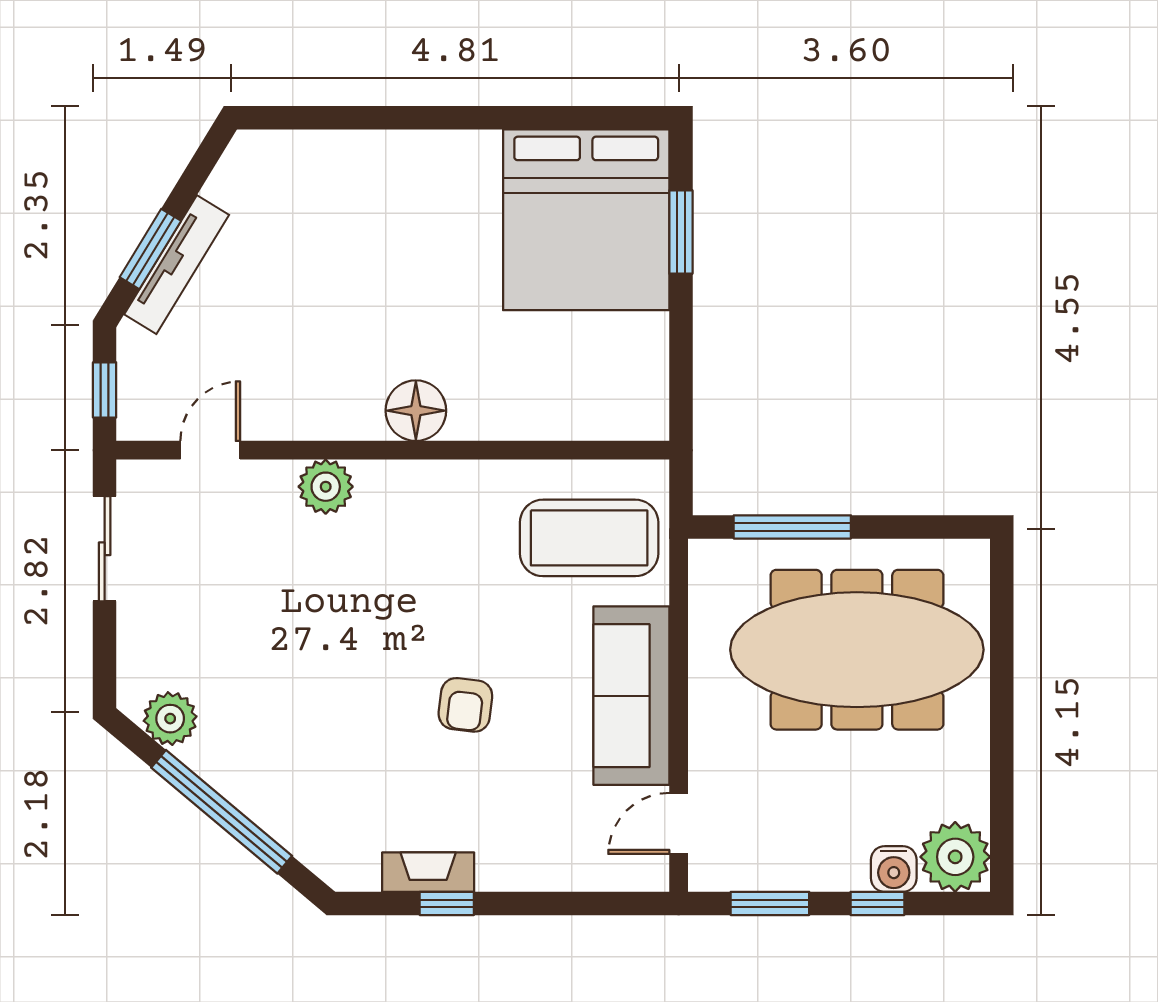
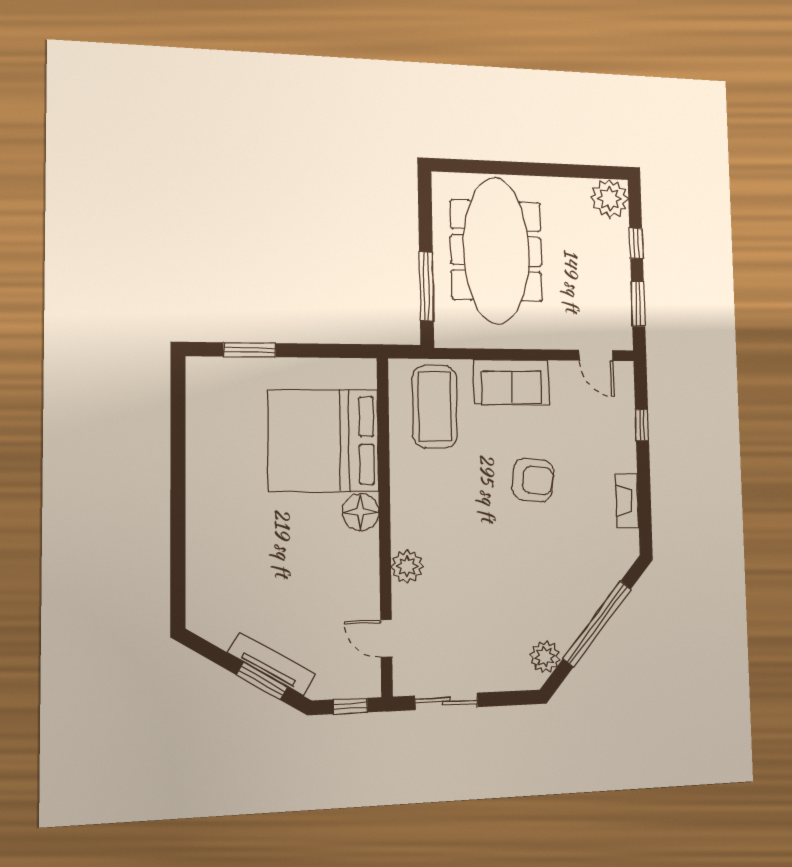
bed: (586, 220) -> (323, 441), moved, turned 180
sofa: (631, 696) -> (512, 382), width x0.73
armchair: (465, 705) -> (533, 480), width x1.38, depth x1.38
water cooler: (894, 869) -> (617, 233), removed
window: (447, 903) -> (642, 425), moved

